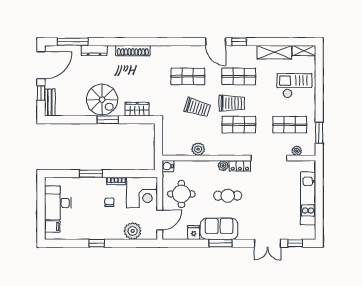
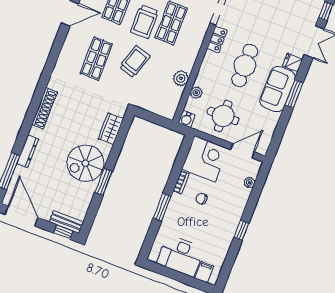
window: (41, 93) -> (63, 232), moved
spiral stairs: (102, 100) -> (85, 163), turned 180
trolley: (232, 103) -> (145, 22), turned 180
window: (108, 120) -> (104, 182), moved
plant: (223, 166) -> (196, 93), moved
cafe table: (228, 196) -> (245, 66), width x1.37, depth x1.35
door: (160, 220) -> (243, 151), hinge flipped
plant: (133, 231) -> (249, 183), width x0.53, depth x0.53
fridge: (194, 233) -> (293, 63), moved

